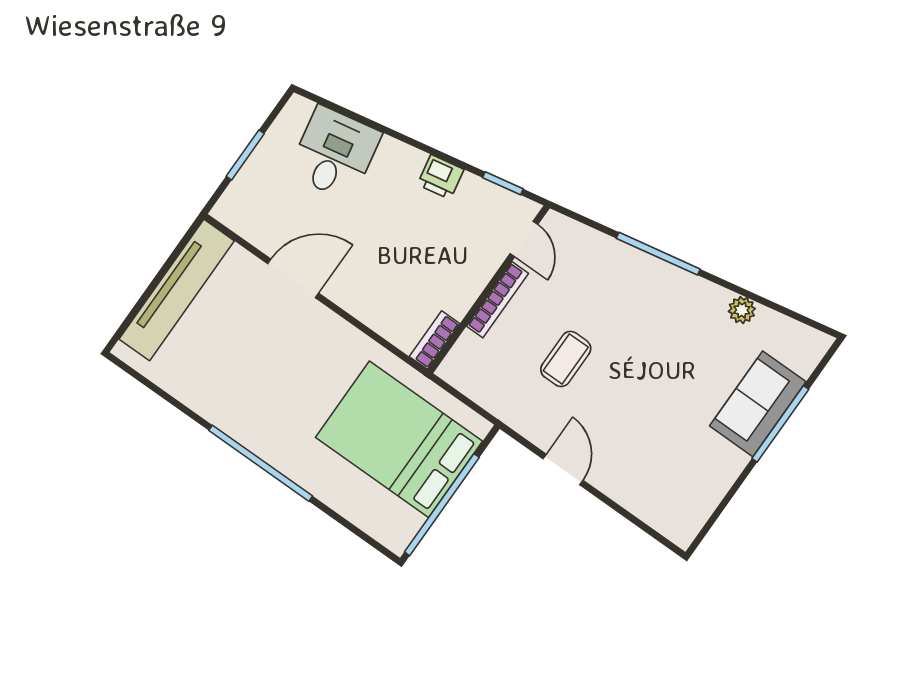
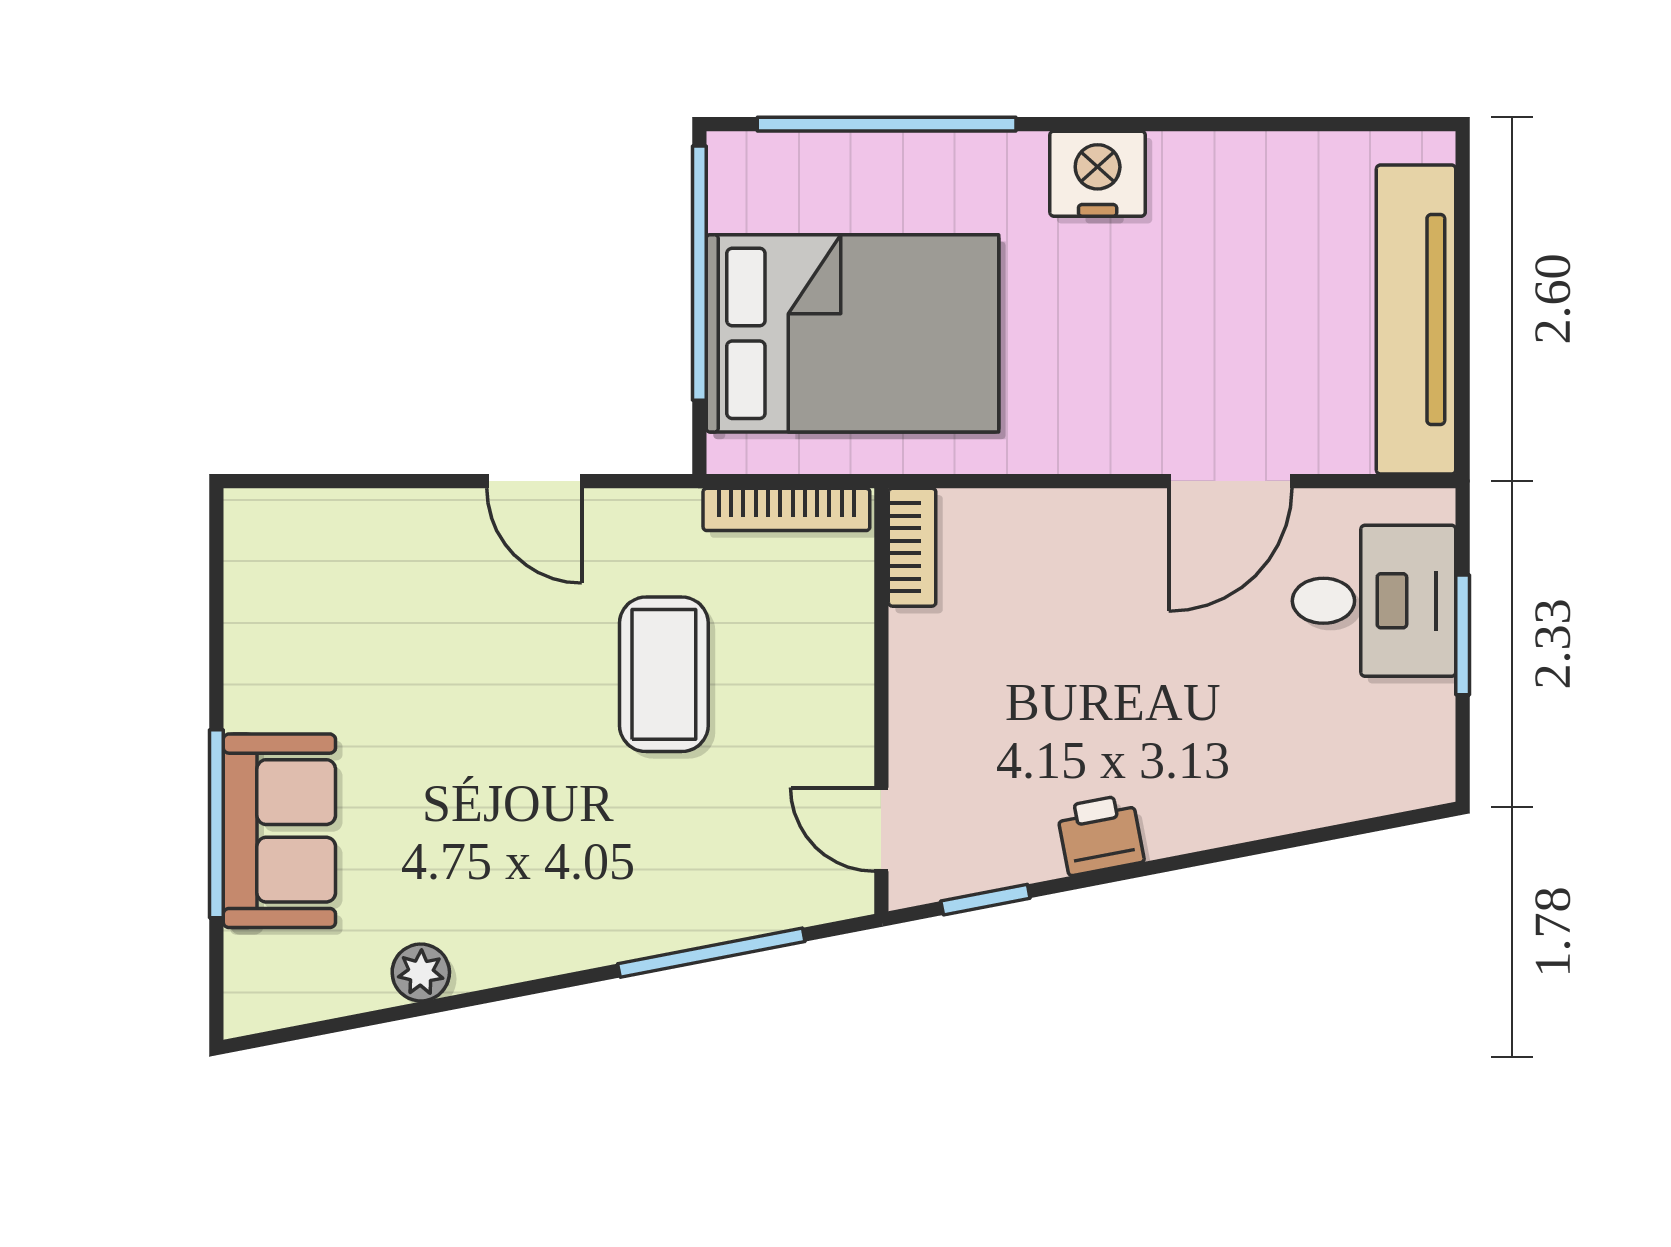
desk: (335, 153) -> (1374, 601), moved, turned -79
window: (658, 254) -> (711, 953), moved
bookcase: (497, 300) -> (786, 509), moved, turned -90
coffee table: (566, 359) -> (664, 674), width x1.36, depth x1.30
nightstand: (260, 434) -> (1098, 174), added
window: (261, 463) -> (887, 124), moved

